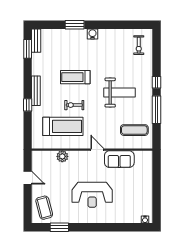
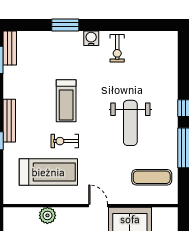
exercise bike: (139, 45) -> (117, 48), moved
treadmill: (75, 77) -> (66, 101), turned -90
weight bench: (120, 92) -> (130, 123), turned 90

